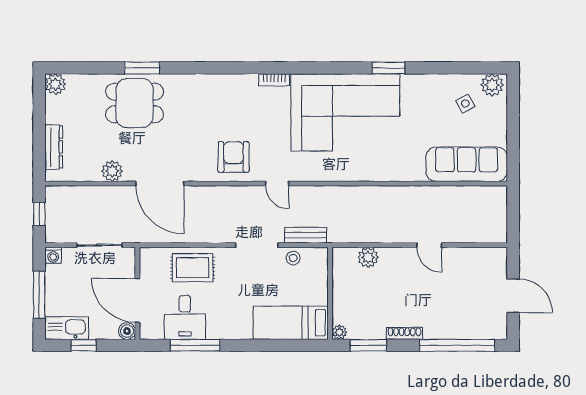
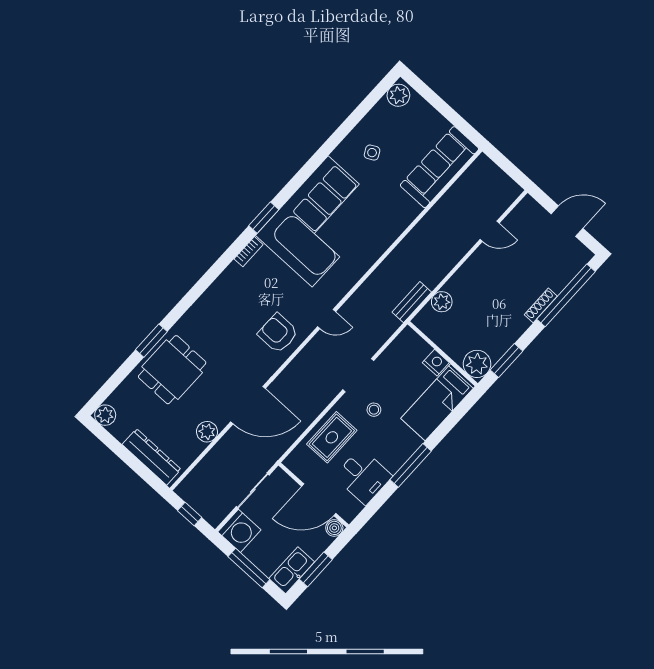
window: (389, 68) -> (264, 218), moved
side table: (465, 103) -> (372, 153), moved
dresser: (54, 147) -> (152, 457), width x1.37, depth x1.24
bench: (306, 235) -> (412, 302), moved
door: (429, 245) -> (490, 231), moved
washing machine: (53, 255) -> (239, 531), width x1.89, depth x1.89
stool: (293, 258) -> (374, 410), moved
nightstand: (319, 294) -> (436, 363), added
plant: (339, 332) -> (477, 364), width x1.87, depth x1.87
shoe rack: (404, 333) -> (541, 305), moved
window: (84, 345) -> (316, 569), width x1.50
window: (195, 345) -> (411, 465), moved

